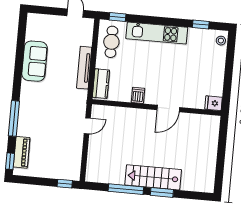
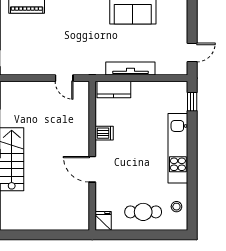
window: (201, 25) -> (192, 198), removed
stool: (221, 41) -> (176, 207), moved
cafe table: (111, 42) -> (143, 212), moved

